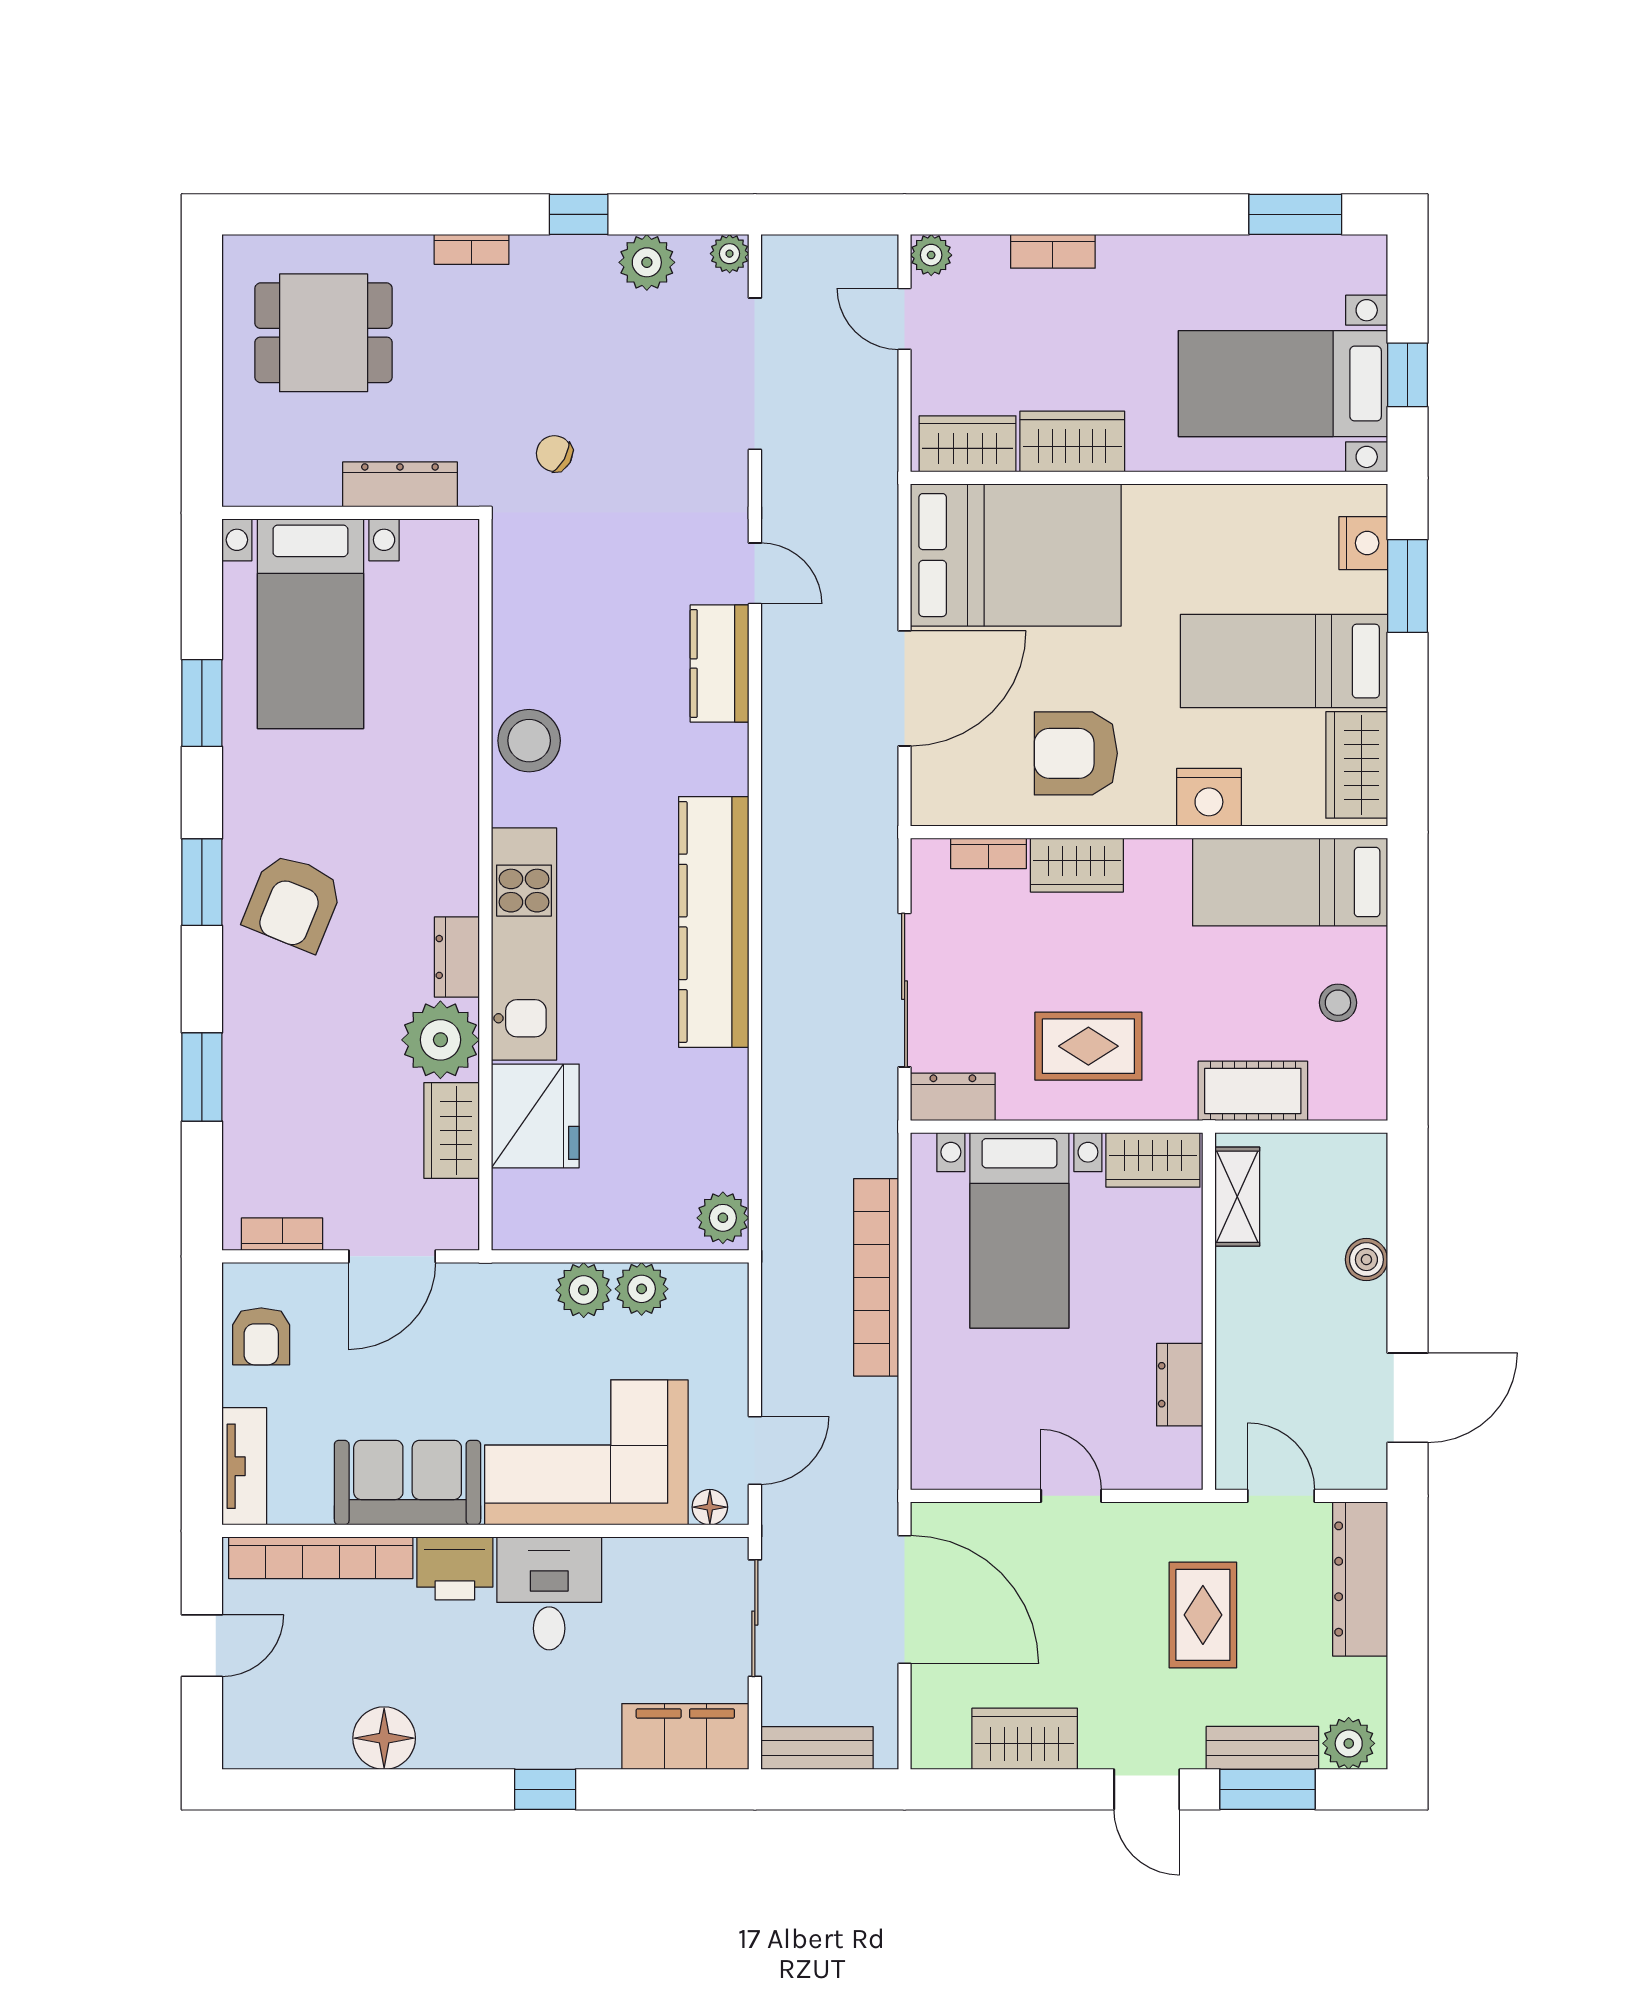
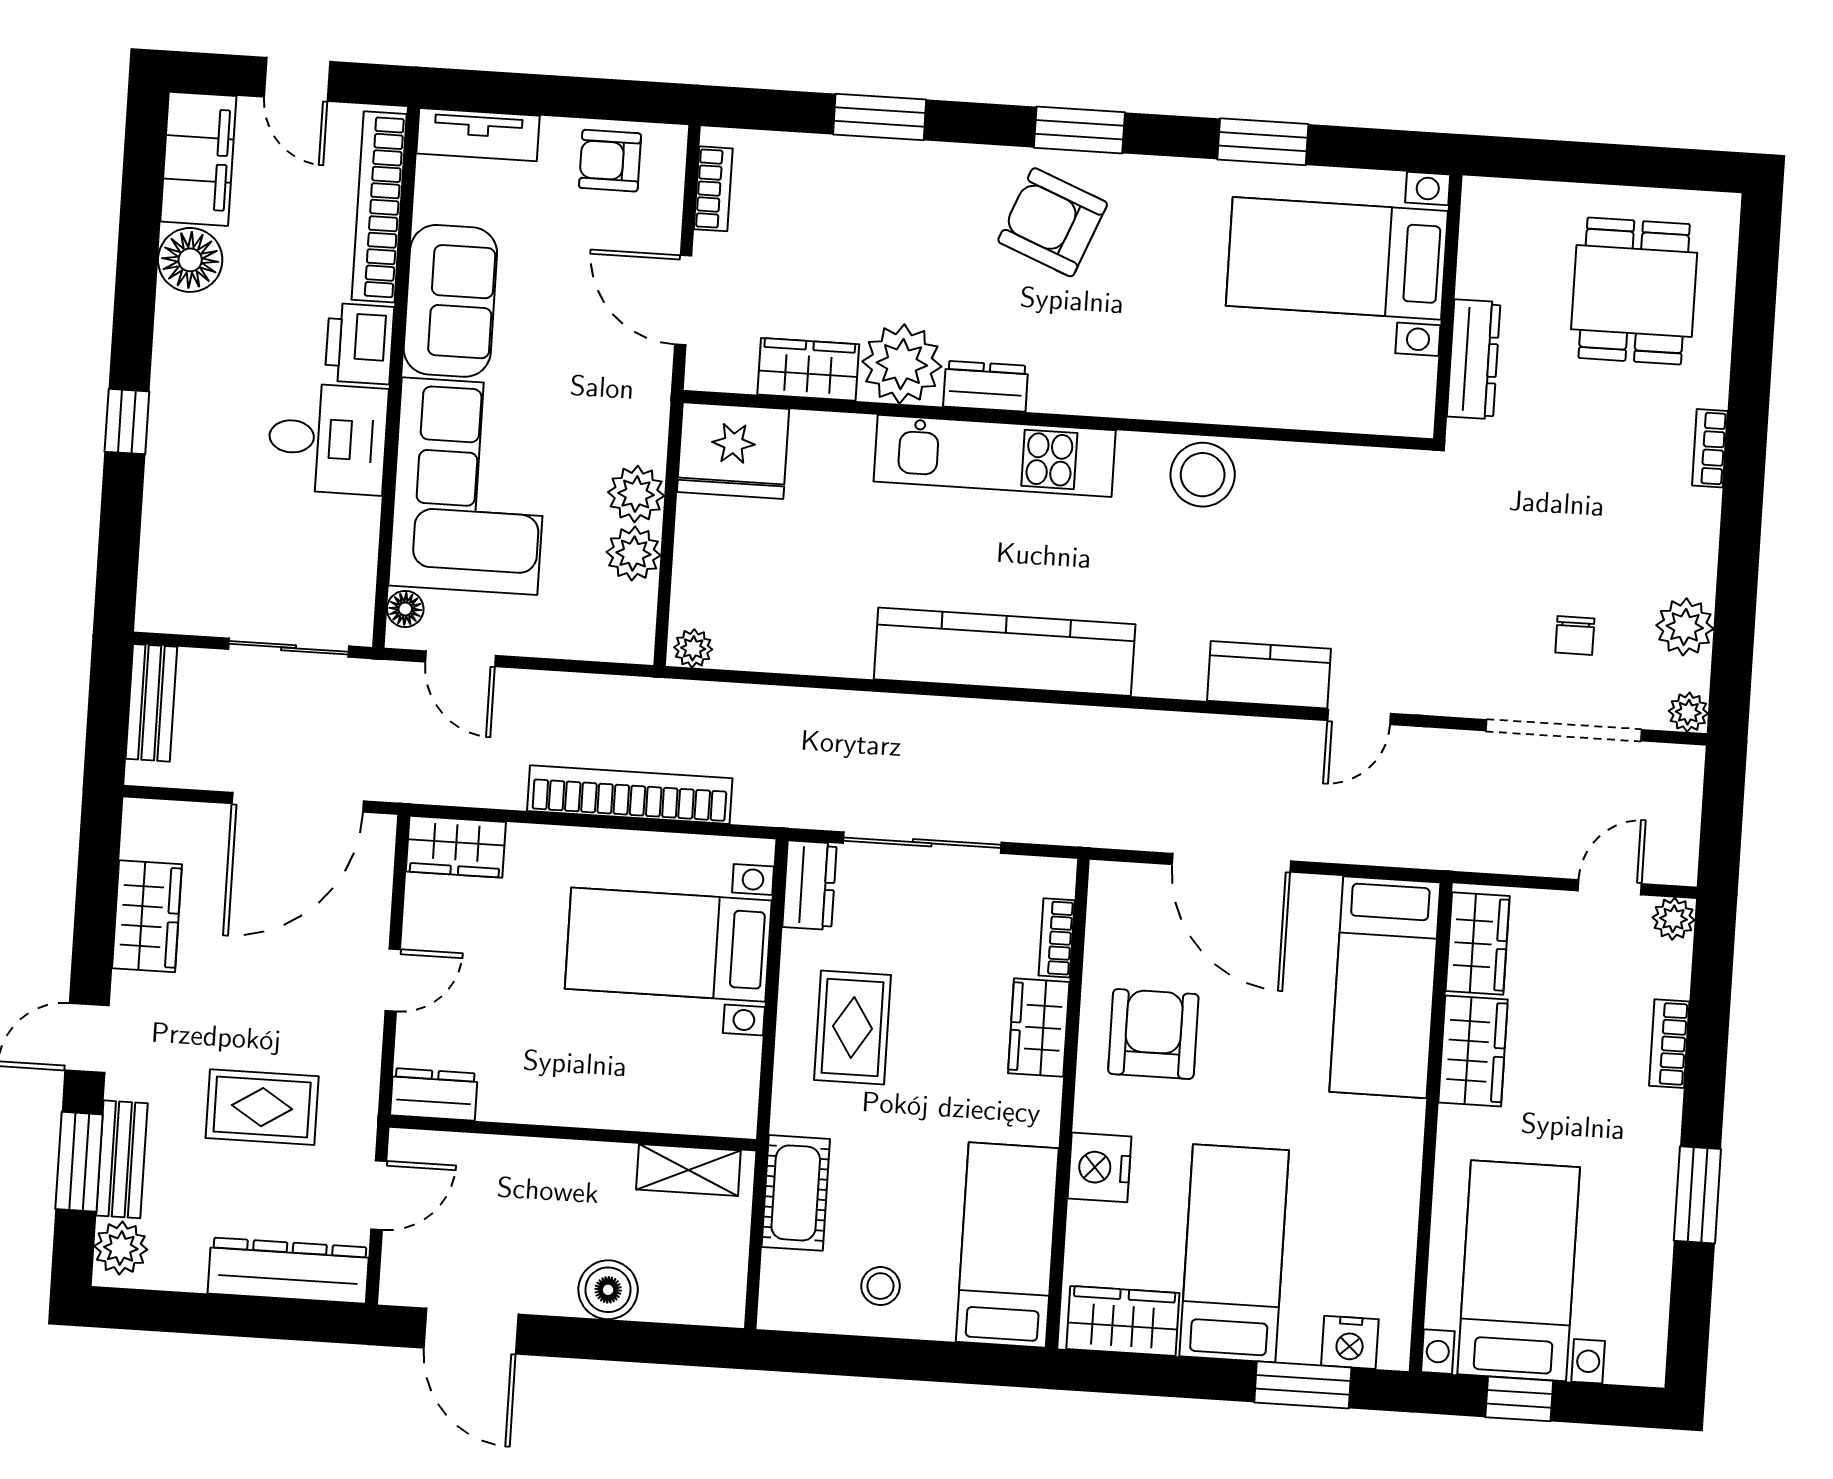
window: (579, 214) -> (1739, 560), removed
window: (1295, 214) -> (1697, 1195), moved
chair: (554, 454) -> (1575, 636), moved, turned 151
bed: (1016, 555) -> (1385, 987), width x0.67
fridge: (535, 1116) -> (733, 451), moved
wardrobe: (1153, 1160) -> (456, 847), moved, turned -90
plant: (723, 1218) -> (693, 648), width x0.73, depth x0.73
boiler: (1366, 1260) -> (608, 1290), width x1.36, depth x1.36
dresser: (1180, 1385) -> (434, 1094), moved
filing cabinet: (685, 1737) -> (198, 159), moved

